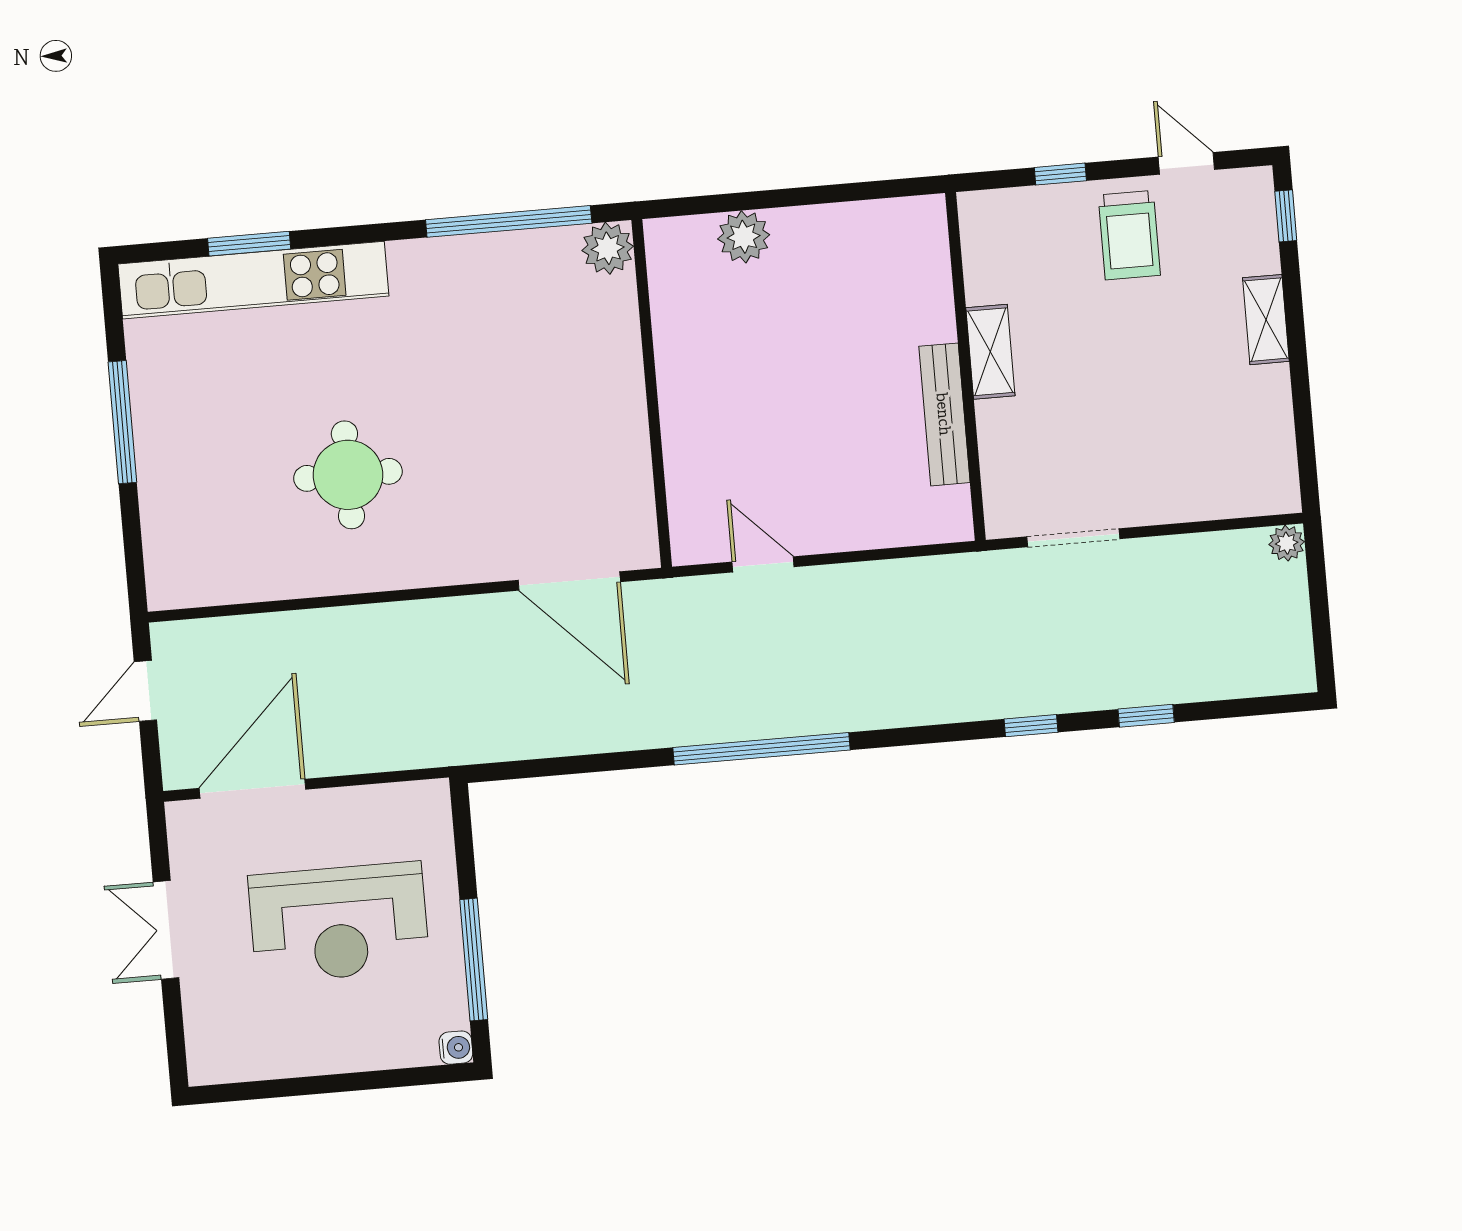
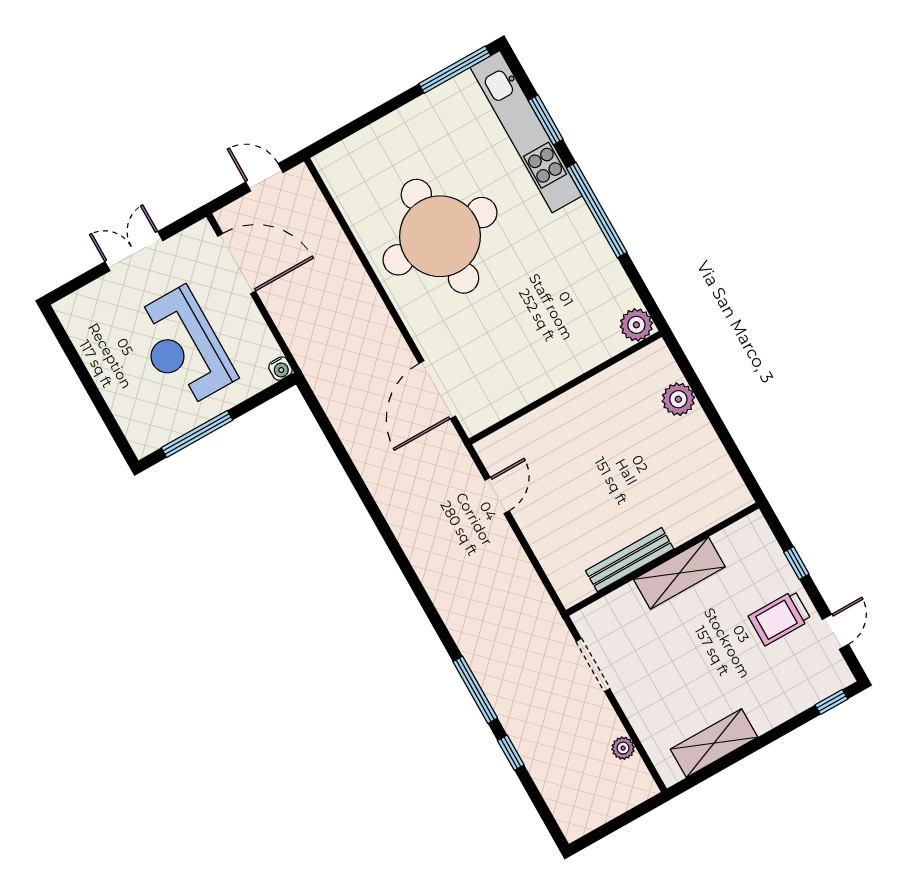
window: (509, 221) -> (597, 210), moved
shelving: (1266, 320) -> (714, 743), moved, width x1.50, depth x1.33
shelving: (990, 352) -> (679, 573), width x1.50, depth x1.33
window: (122, 422) -> (455, 70), moved
round table: (348, 475) -> (440, 236), width x1.86, depth x1.86
plant: (1287, 543) -> (623, 748), moved
window: (1031, 726) -> (475, 690), width x2.17
window: (761, 749) -> (392, 543), removed
water cooler: (456, 1048) -> (280, 369), moved

